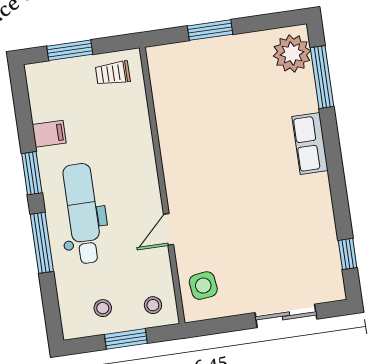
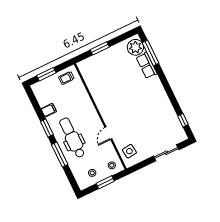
row of seats: (310, 143) -> (147, 65), moved

